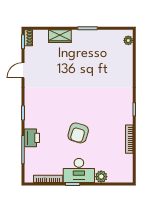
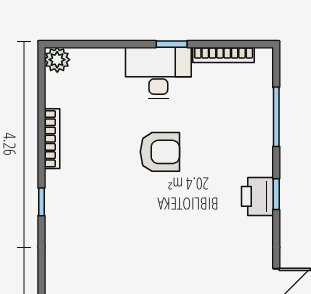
armchair: (78, 133) -> (160, 152), turned 73
printer: (32, 138) -> (257, 196), moved
plant: (101, 177) -> (57, 60), moved

